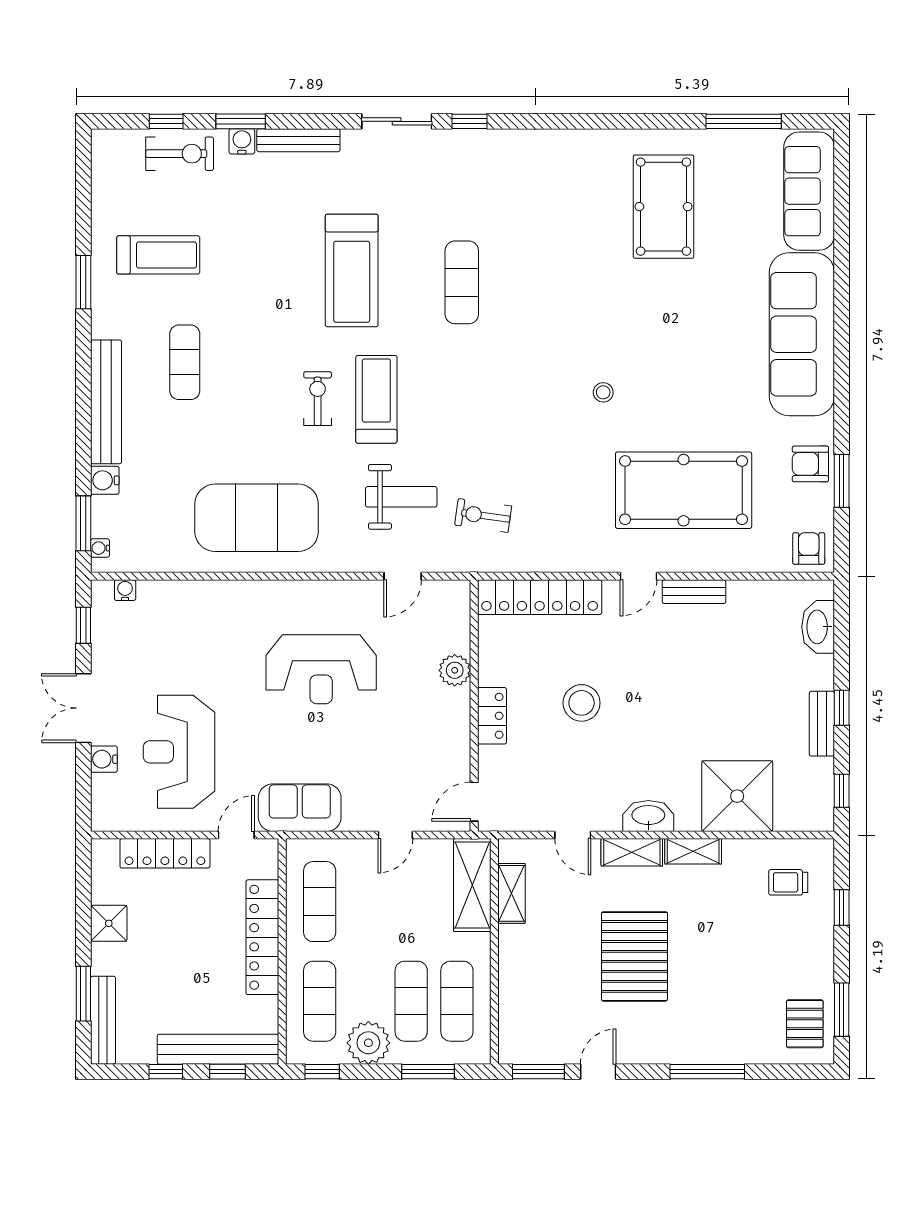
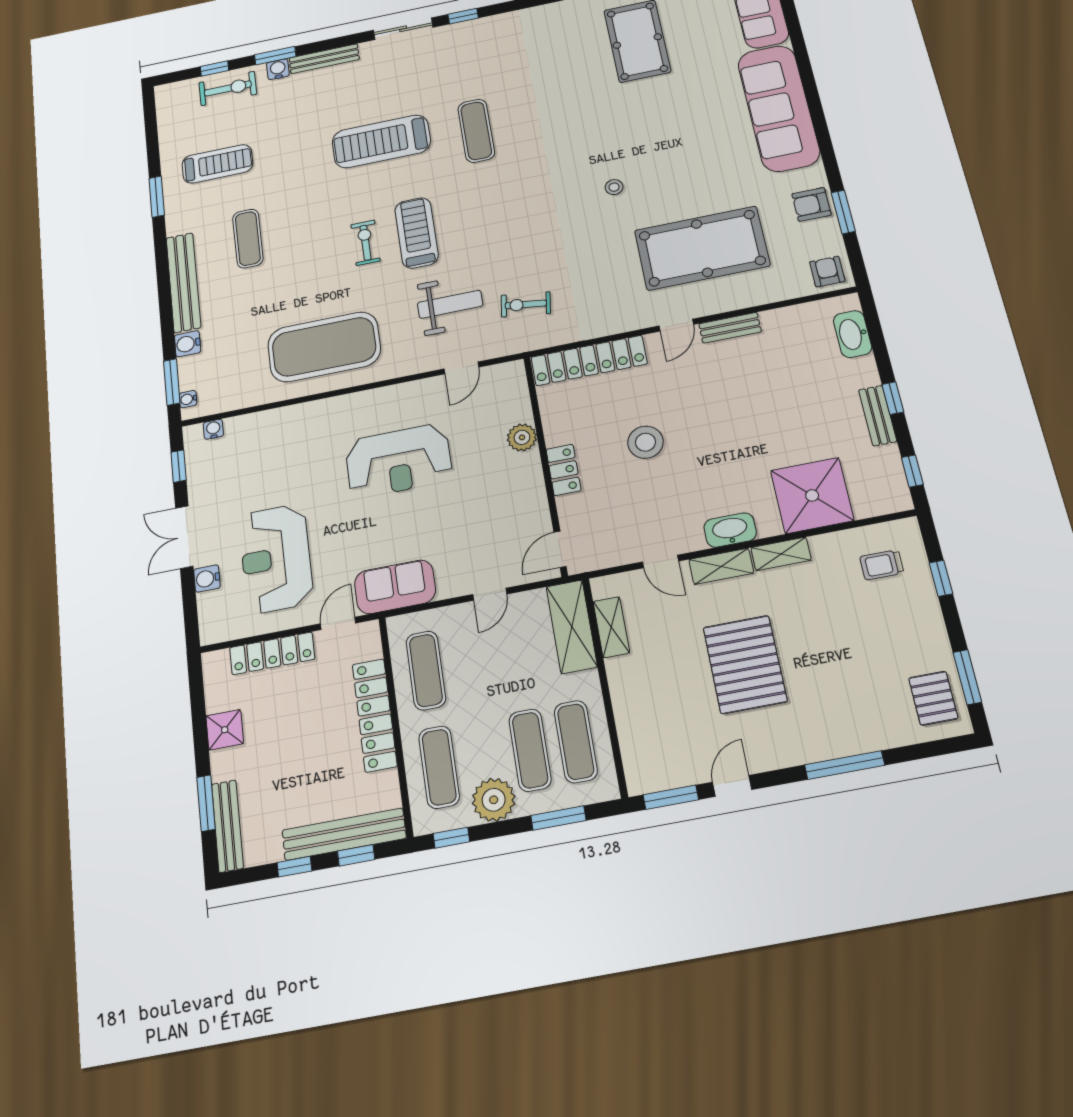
treadmill: (352, 270) -> (381, 141), turned 90

